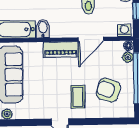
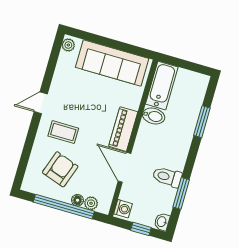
floor lamp: (128, 46) -> (77, 200), moved

